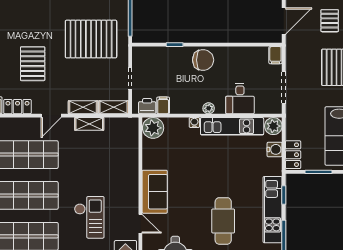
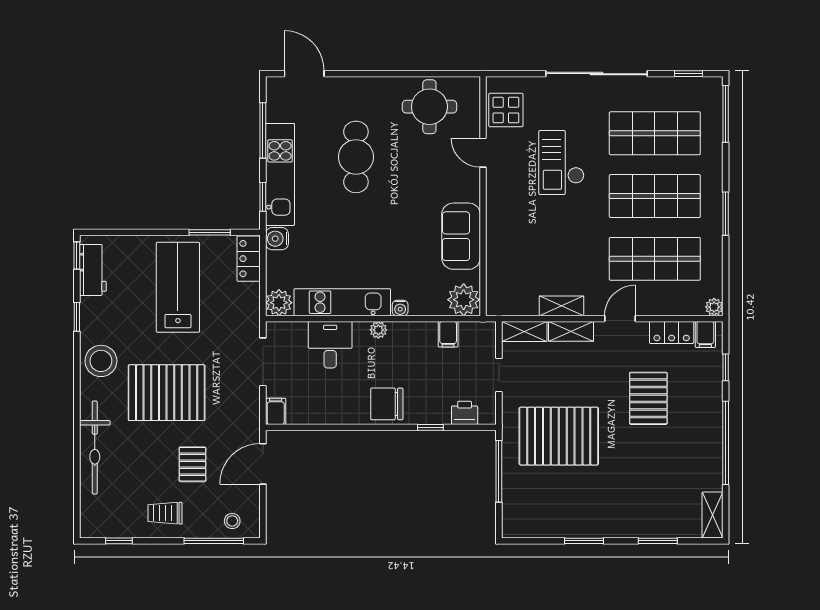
printer: (147, 106) -> (465, 413), moved, turned 180
water cooler: (275, 149) -> (277, 239), moved
sofa: (155, 192) -> (461, 236), moved

